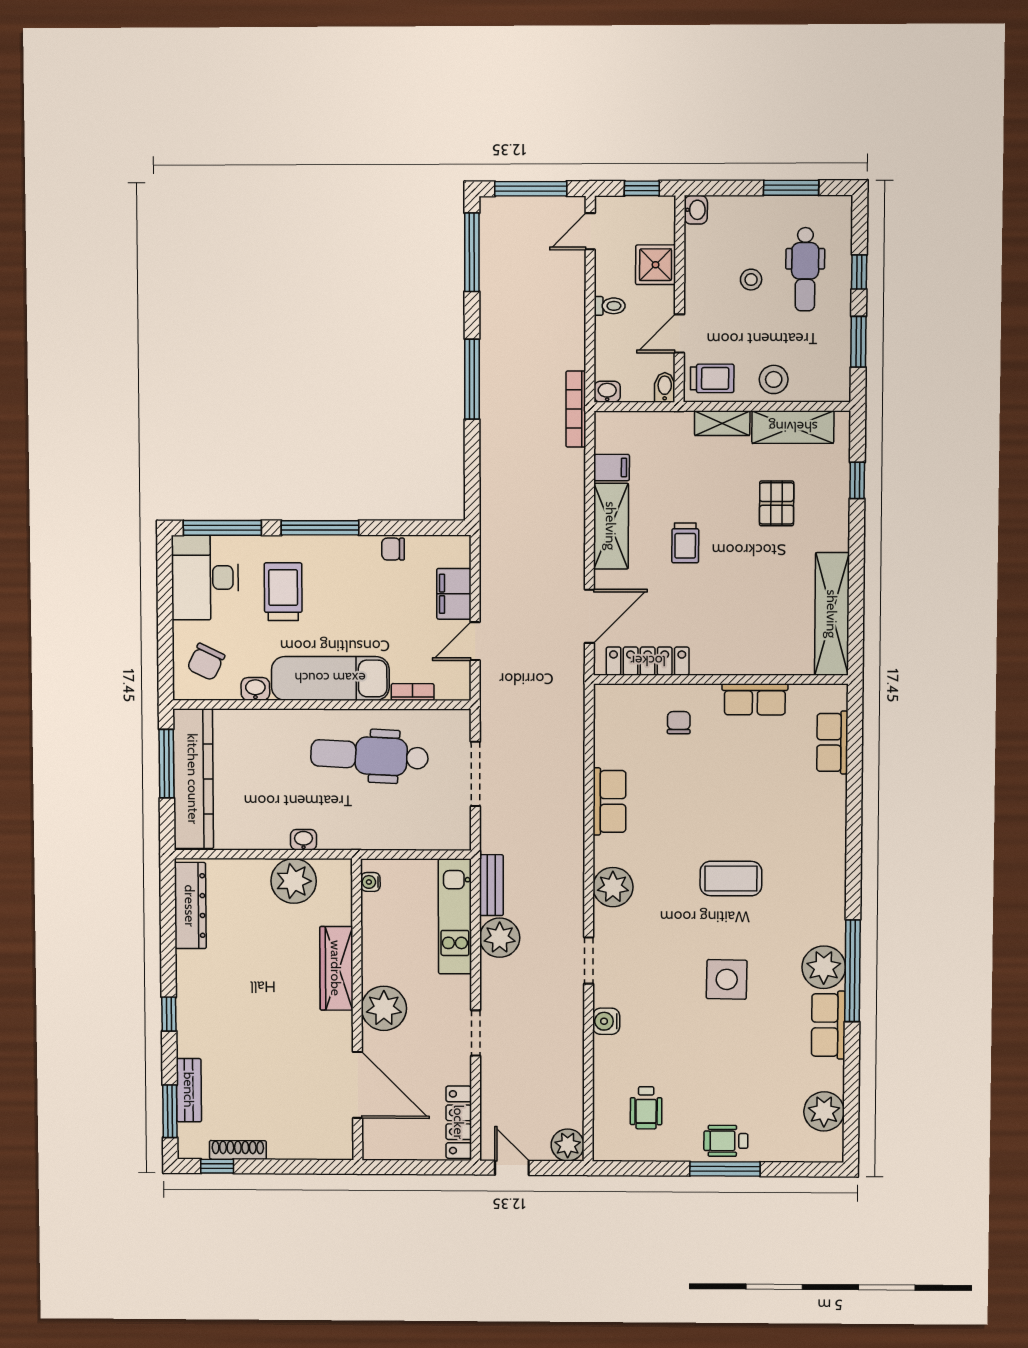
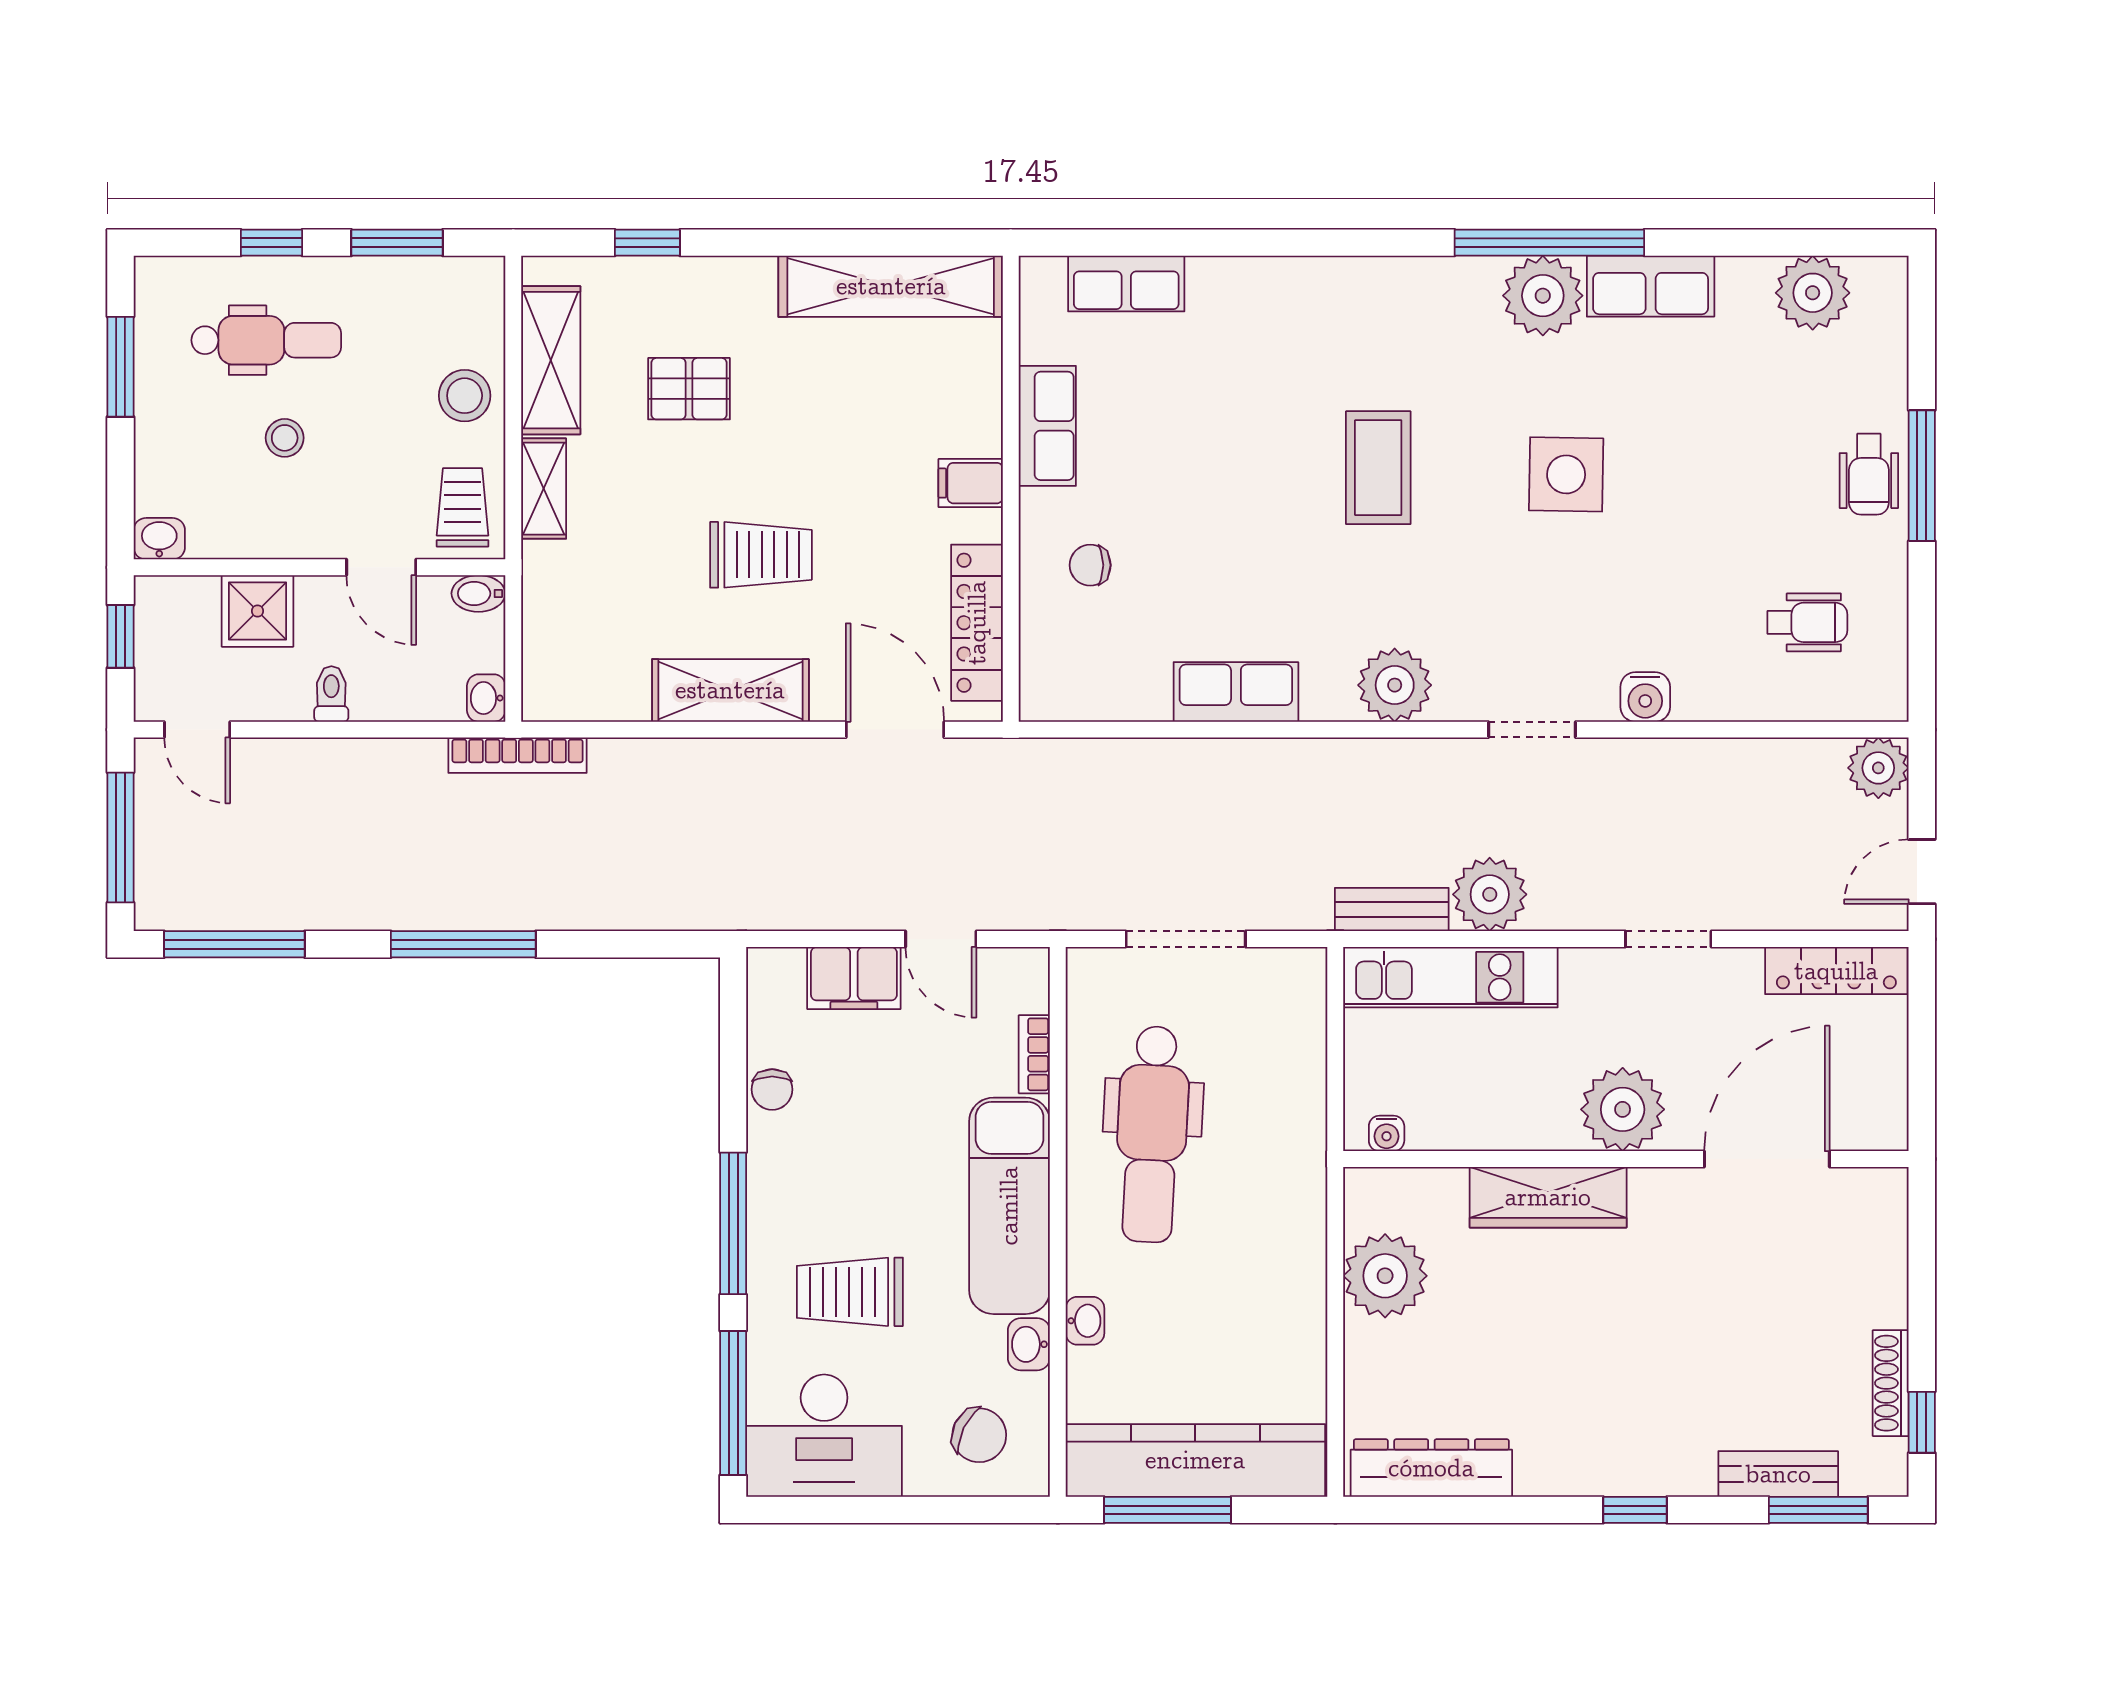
filing cabinet: (612, 468) -> (971, 483), moved, turned -90
trolley: (685, 543) -> (761, 555), width x1.36, depth x1.39
washbasin: (304, 840) -> (1085, 1321), moved, turned 180

